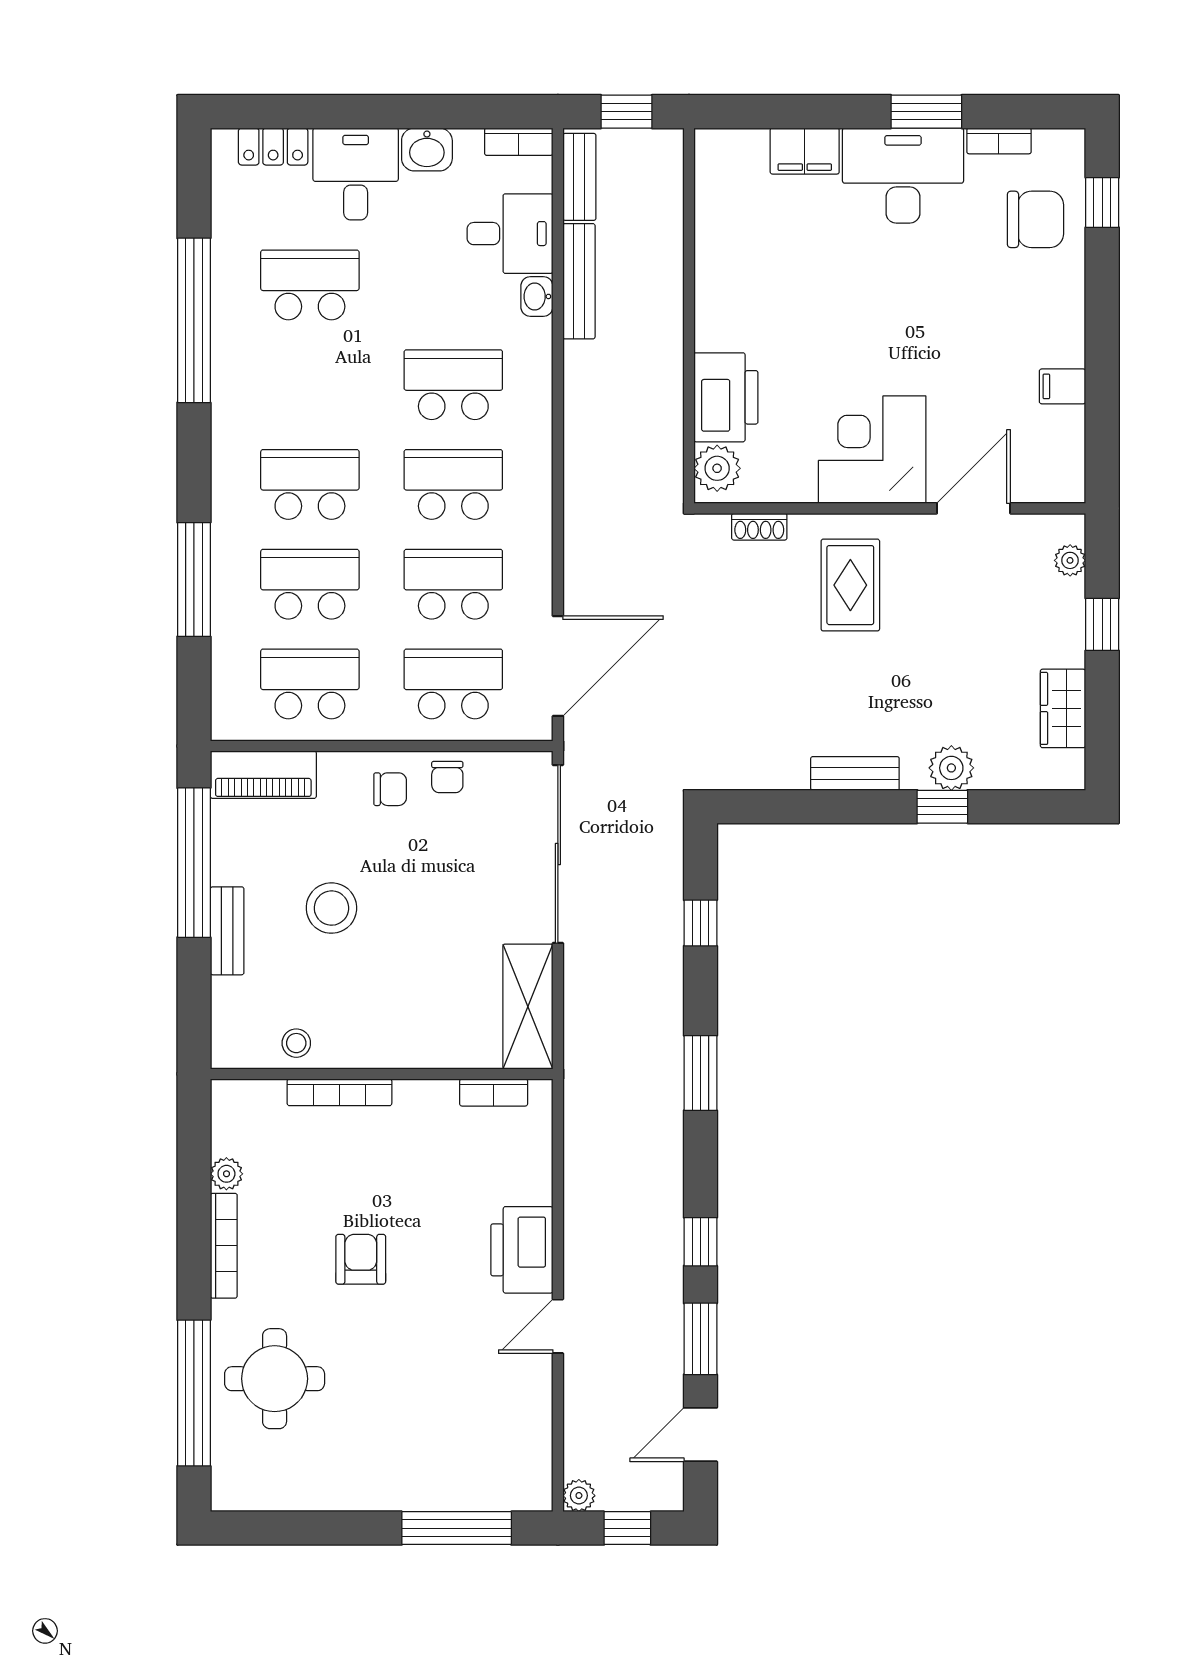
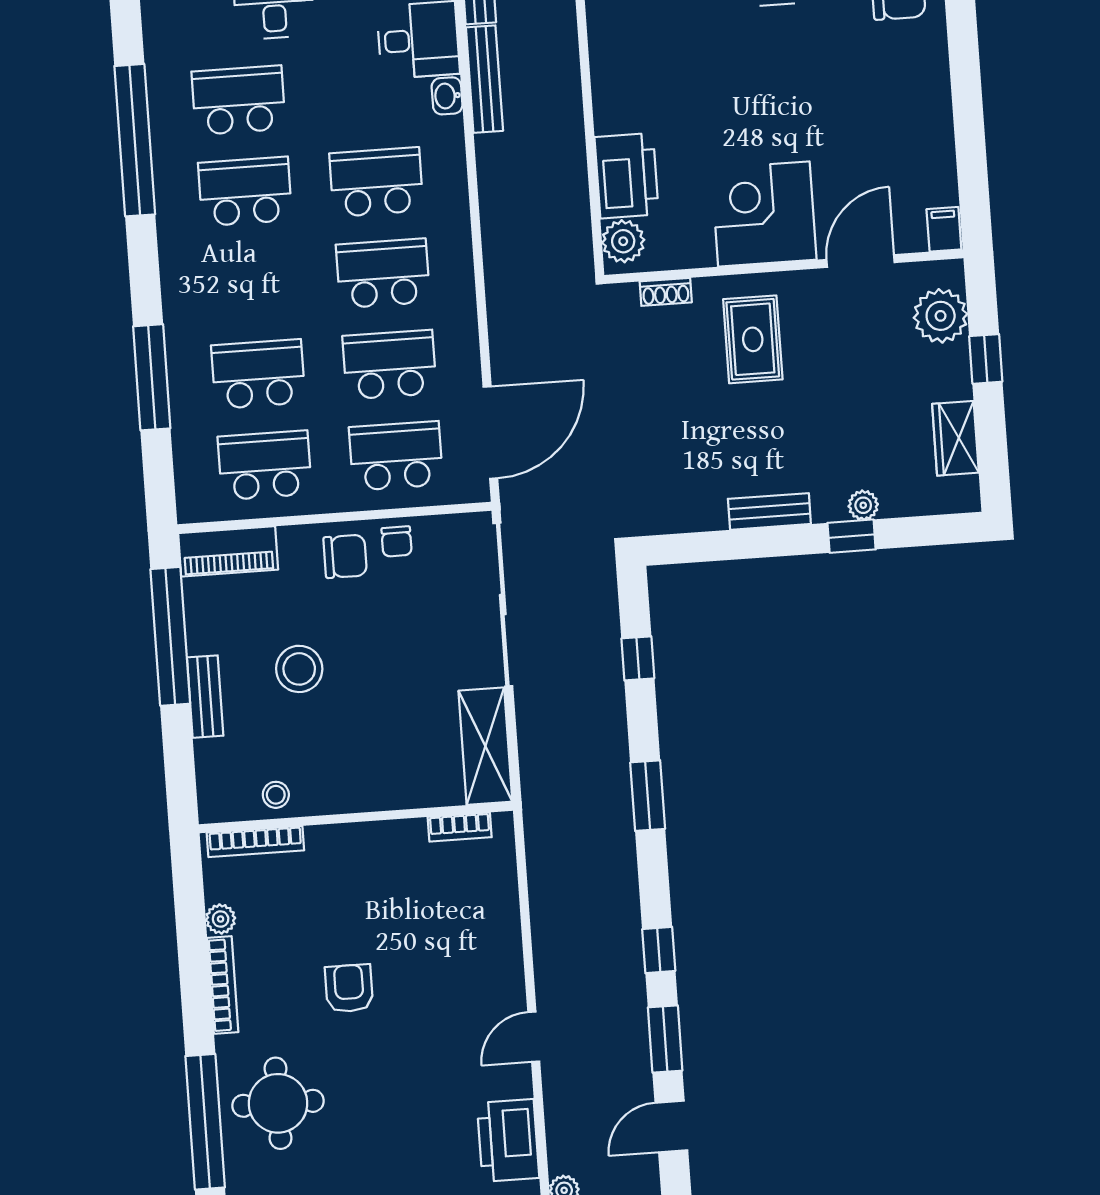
filing cabinet: (1063, 386) -> (944, 229), moved, turned 90
school desk: (310, 484) -> (245, 191), moved
plant: (1070, 560) -> (941, 316), width x1.88, depth x1.88
plant: (951, 768) -> (863, 505), width x0.73, depth x0.73
chair: (390, 789) -> (345, 556), width x1.37, depth x1.37
bookcase: (339, 1092) -> (255, 841), moved
printer: (522, 1250) -> (508, 1140), moved

